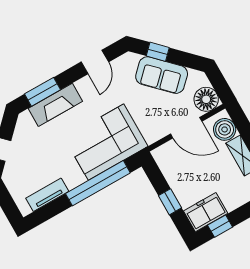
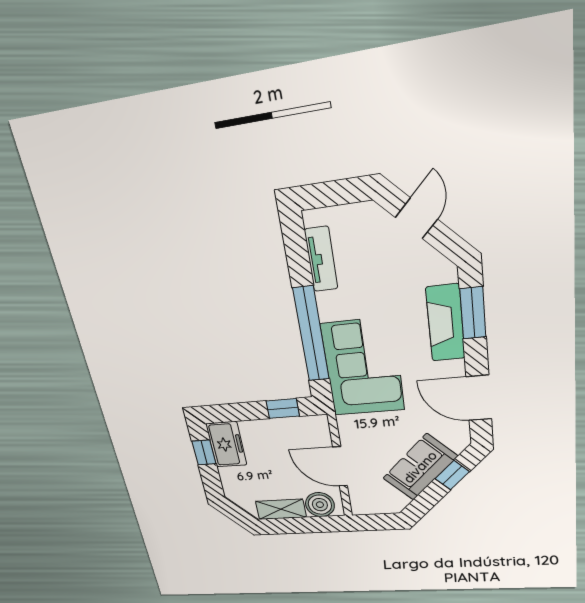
door: (95, 62) -> (479, 398), width x1.38
floor lamp: (206, 99) -> (366, 501), removed
door: (186, 128) -> (340, 466), hinge flipped
window: (170, 202) -> (283, 408), moved

